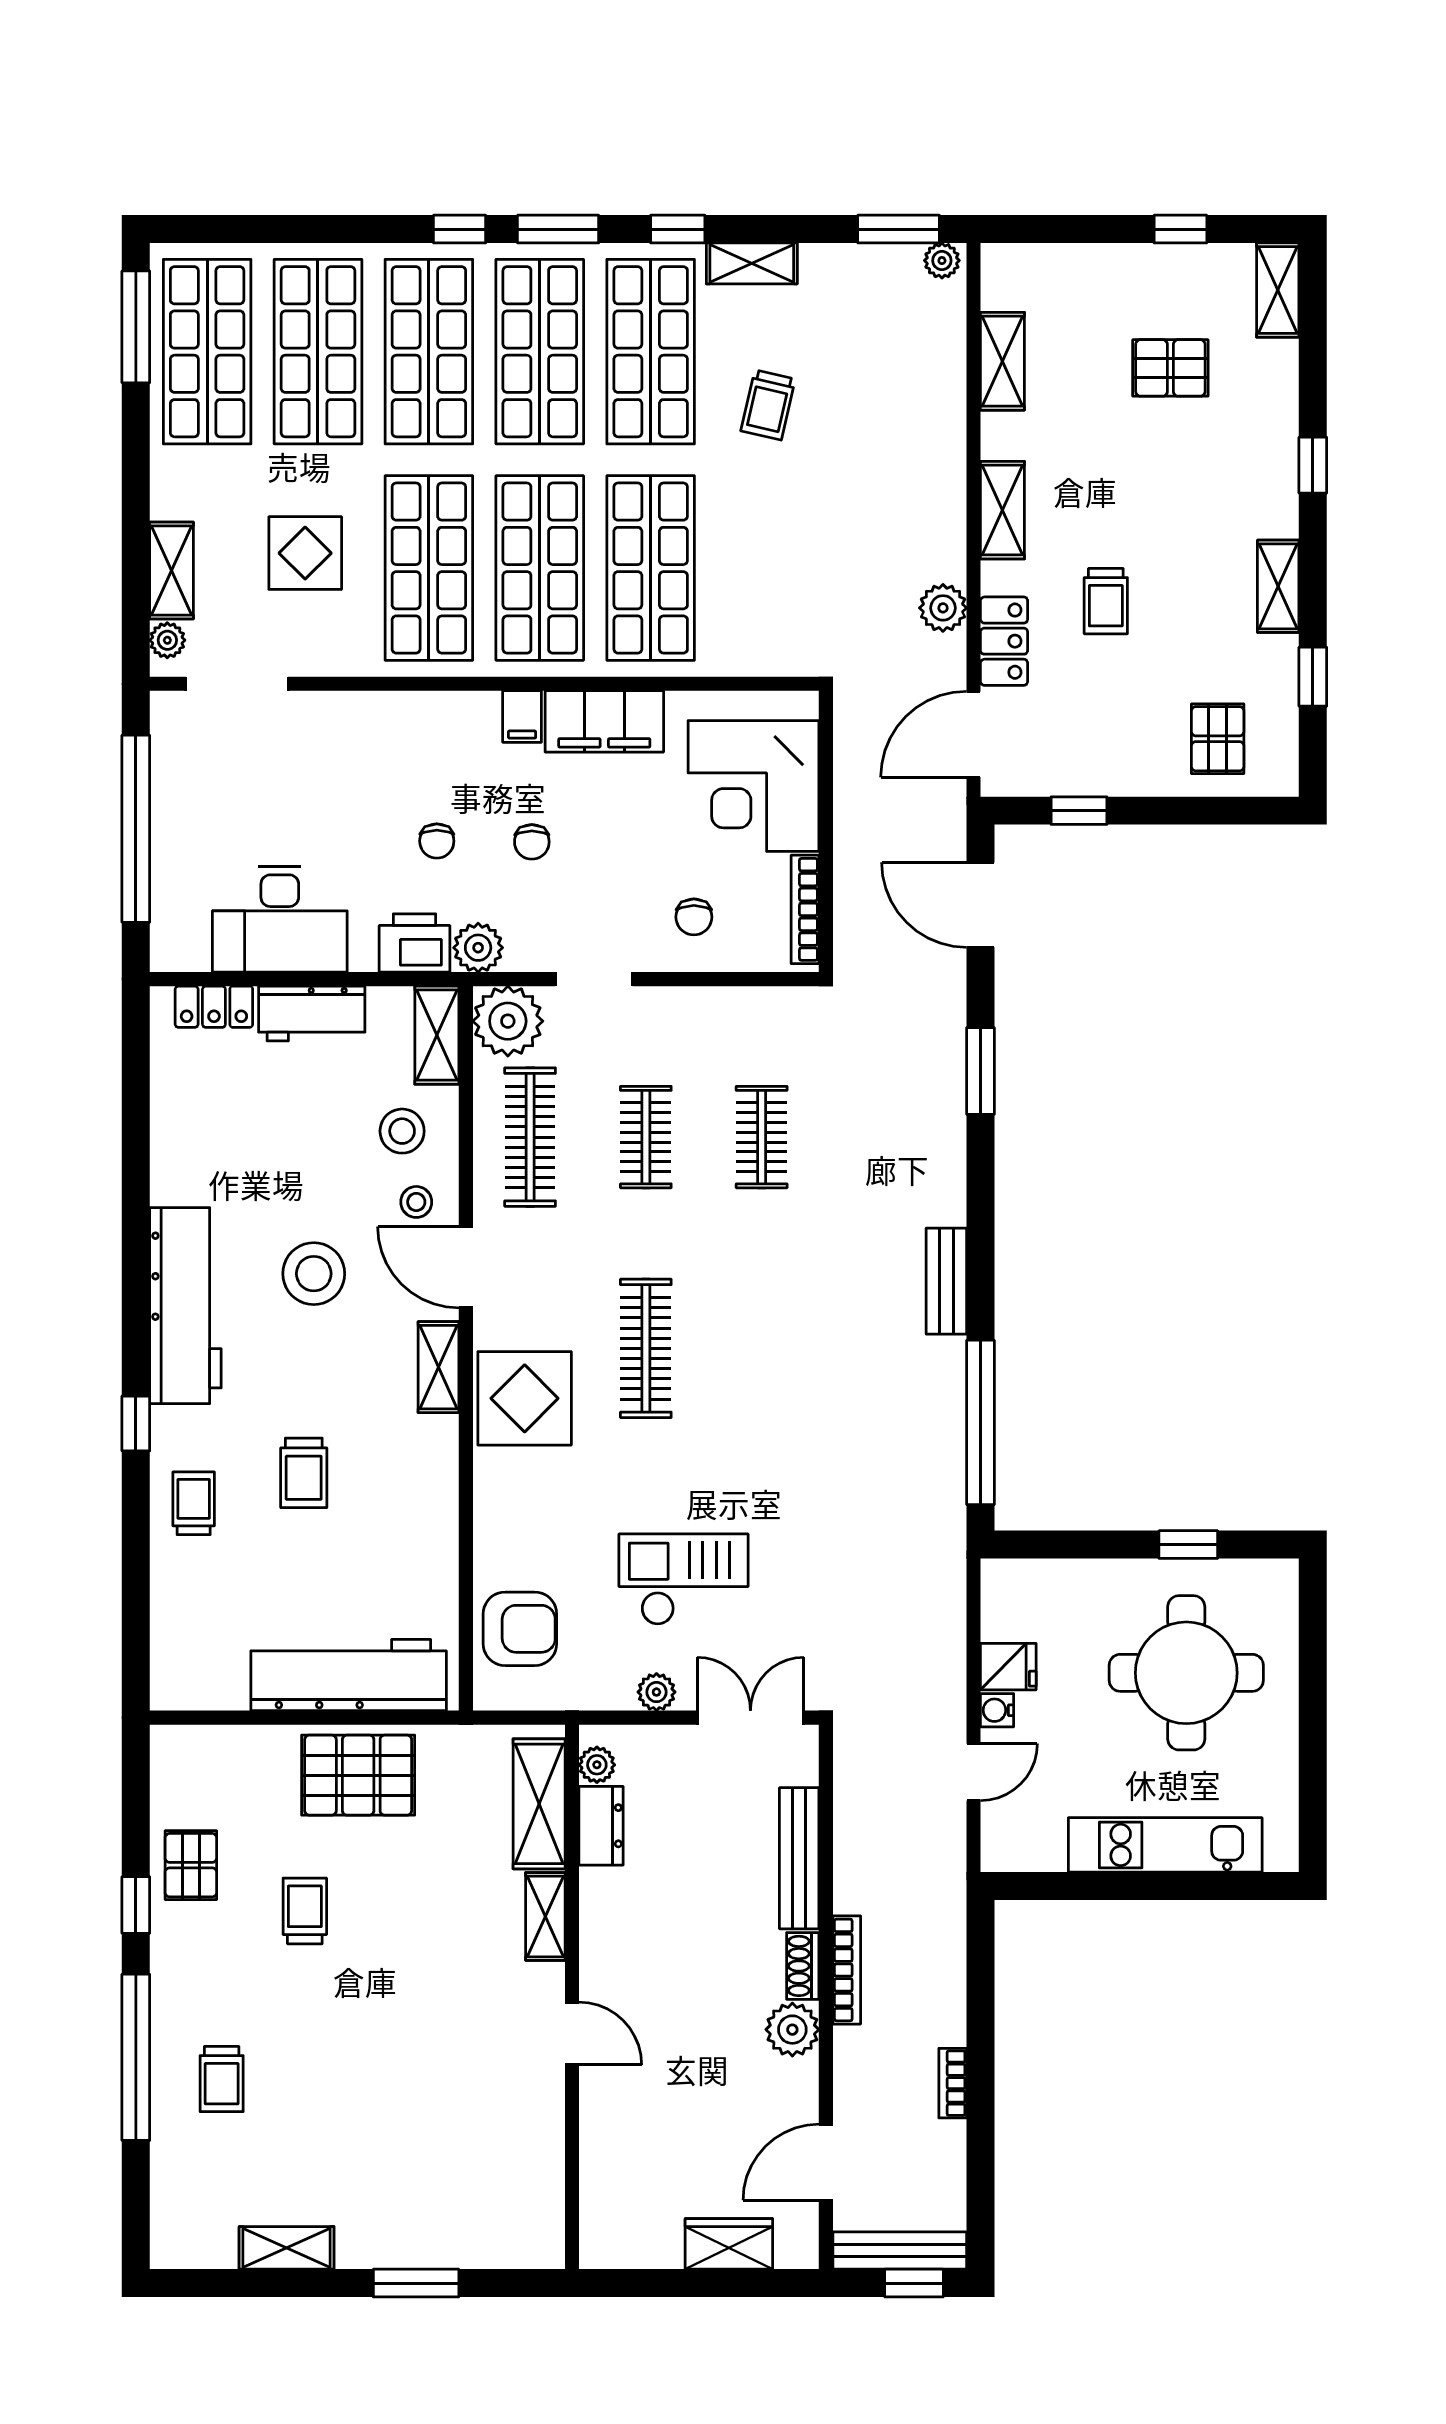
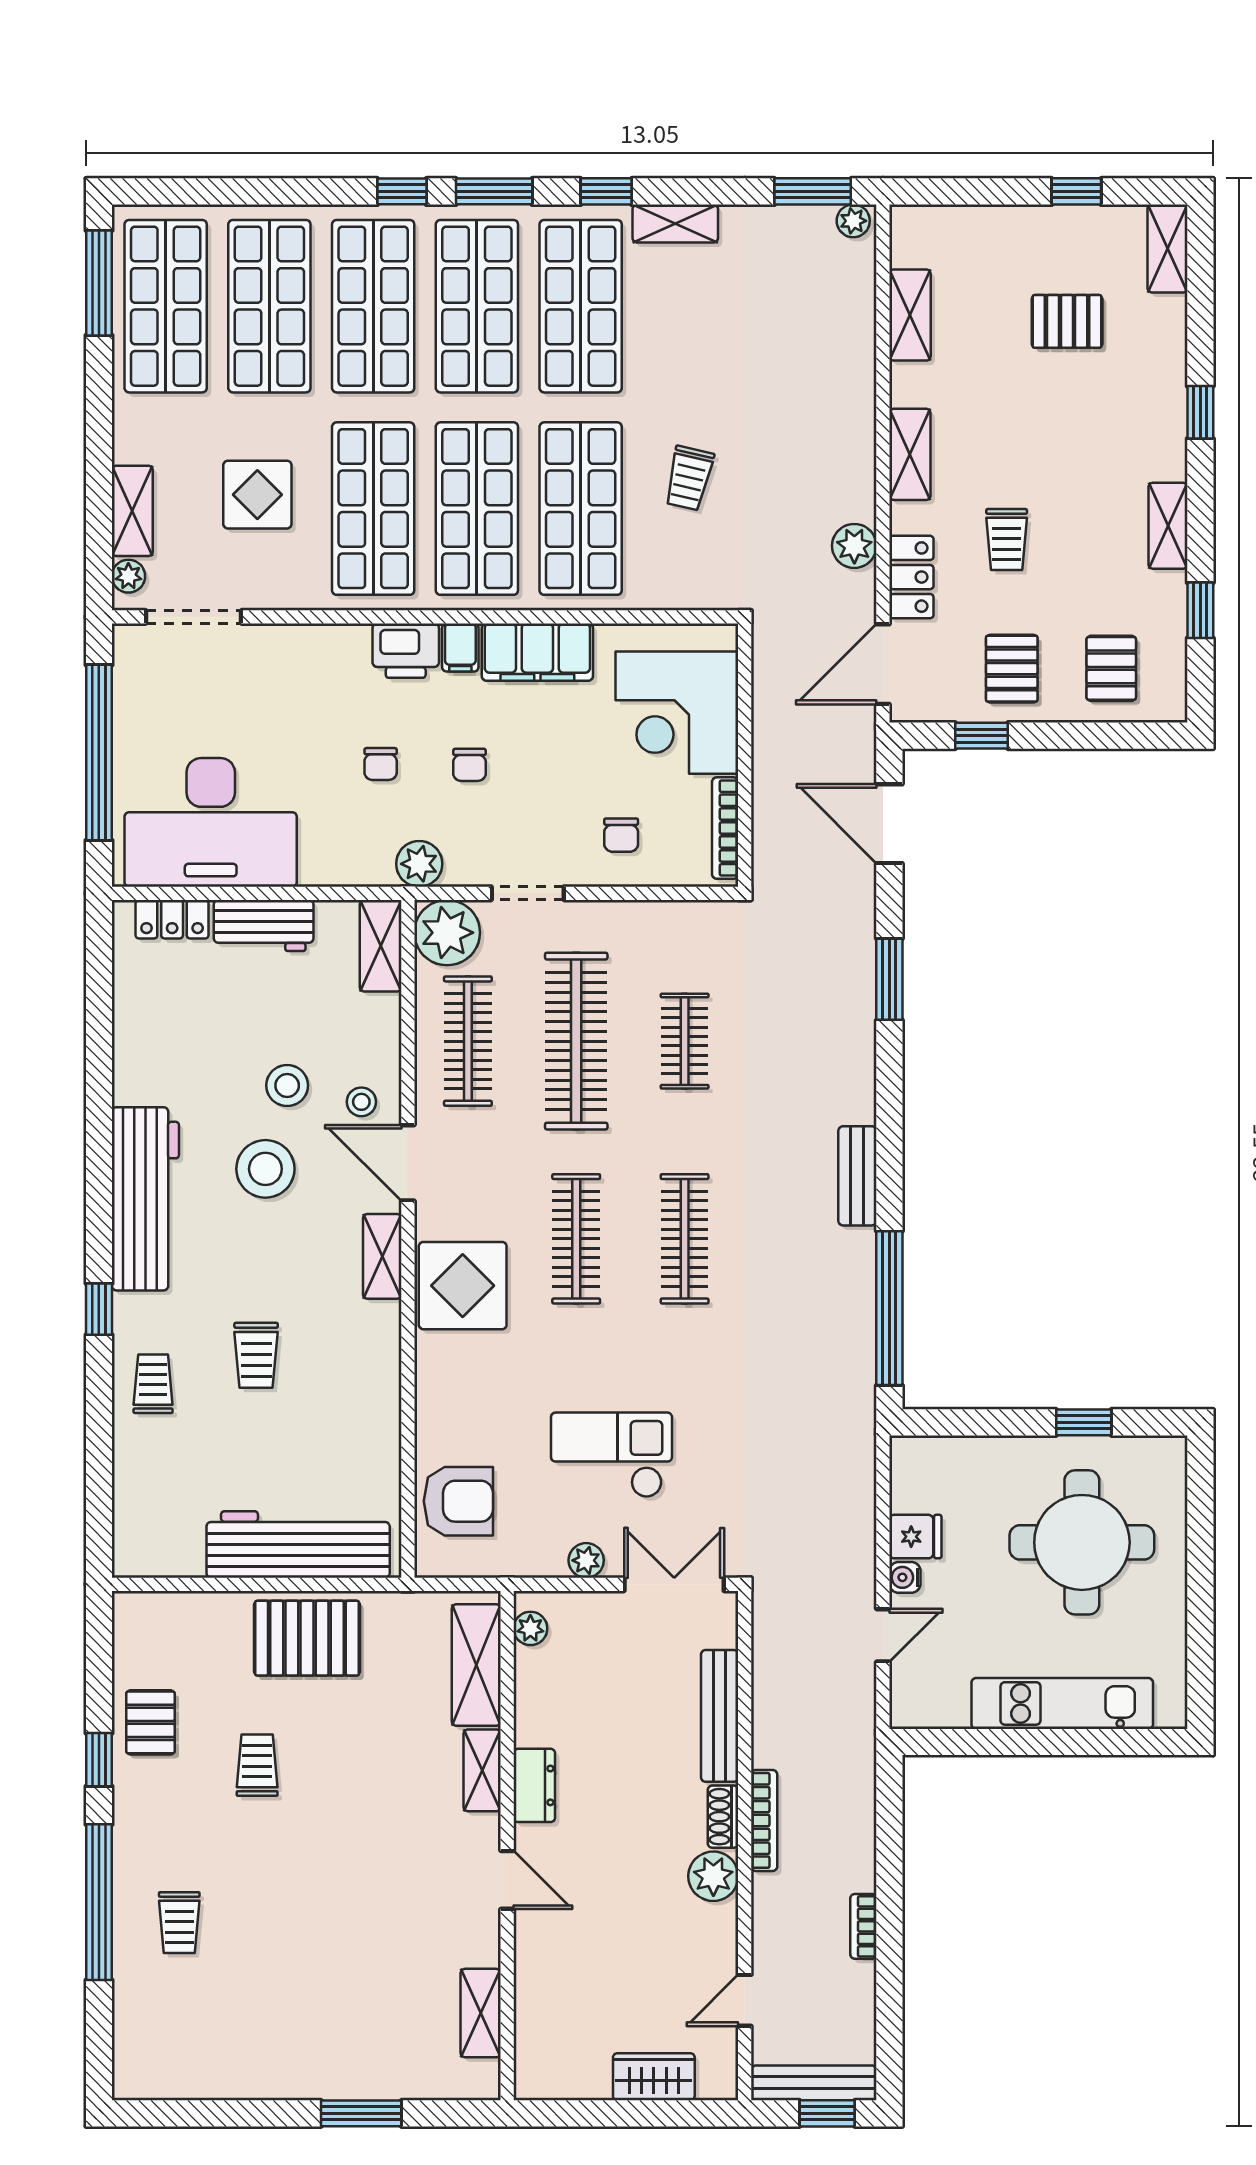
trolley: (768, 405) -> (689, 478), moved
pallet: (1111, 739) -> (1012, 669), added
desk: (280, 919) -> (211, 822), width x1.36, depth x1.30
printer: (415, 943) -> (406, 651), moved, turned 180
stool: (402, 1131) -> (287, 1085), moved
clothes rail: (646, 1137) -> (576, 1041), width x1.86, depth x1.31
clothes rail: (762, 1348) -> (685, 1239), added
dresser: (601, 1826) -> (534, 1785), moved
door: (826, 2162) -> (745, 2000), width x0.73
shelving: (287, 2248) -> (481, 2013), moved, turned 90

